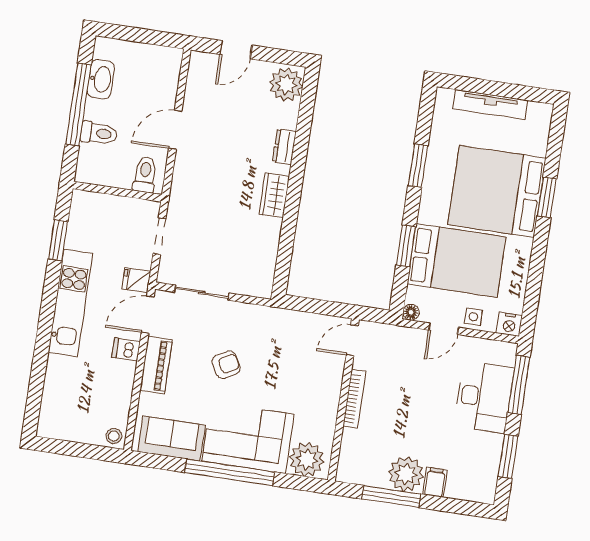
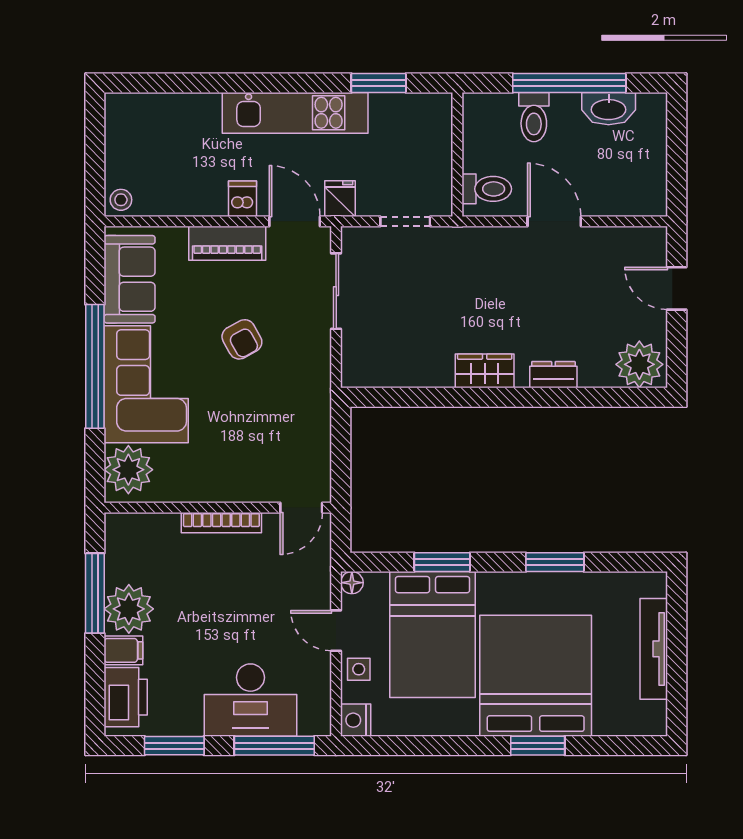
door: (352, 340) -> (301, 508), swing flipped
printer: (468, 486) -> (126, 697), added

